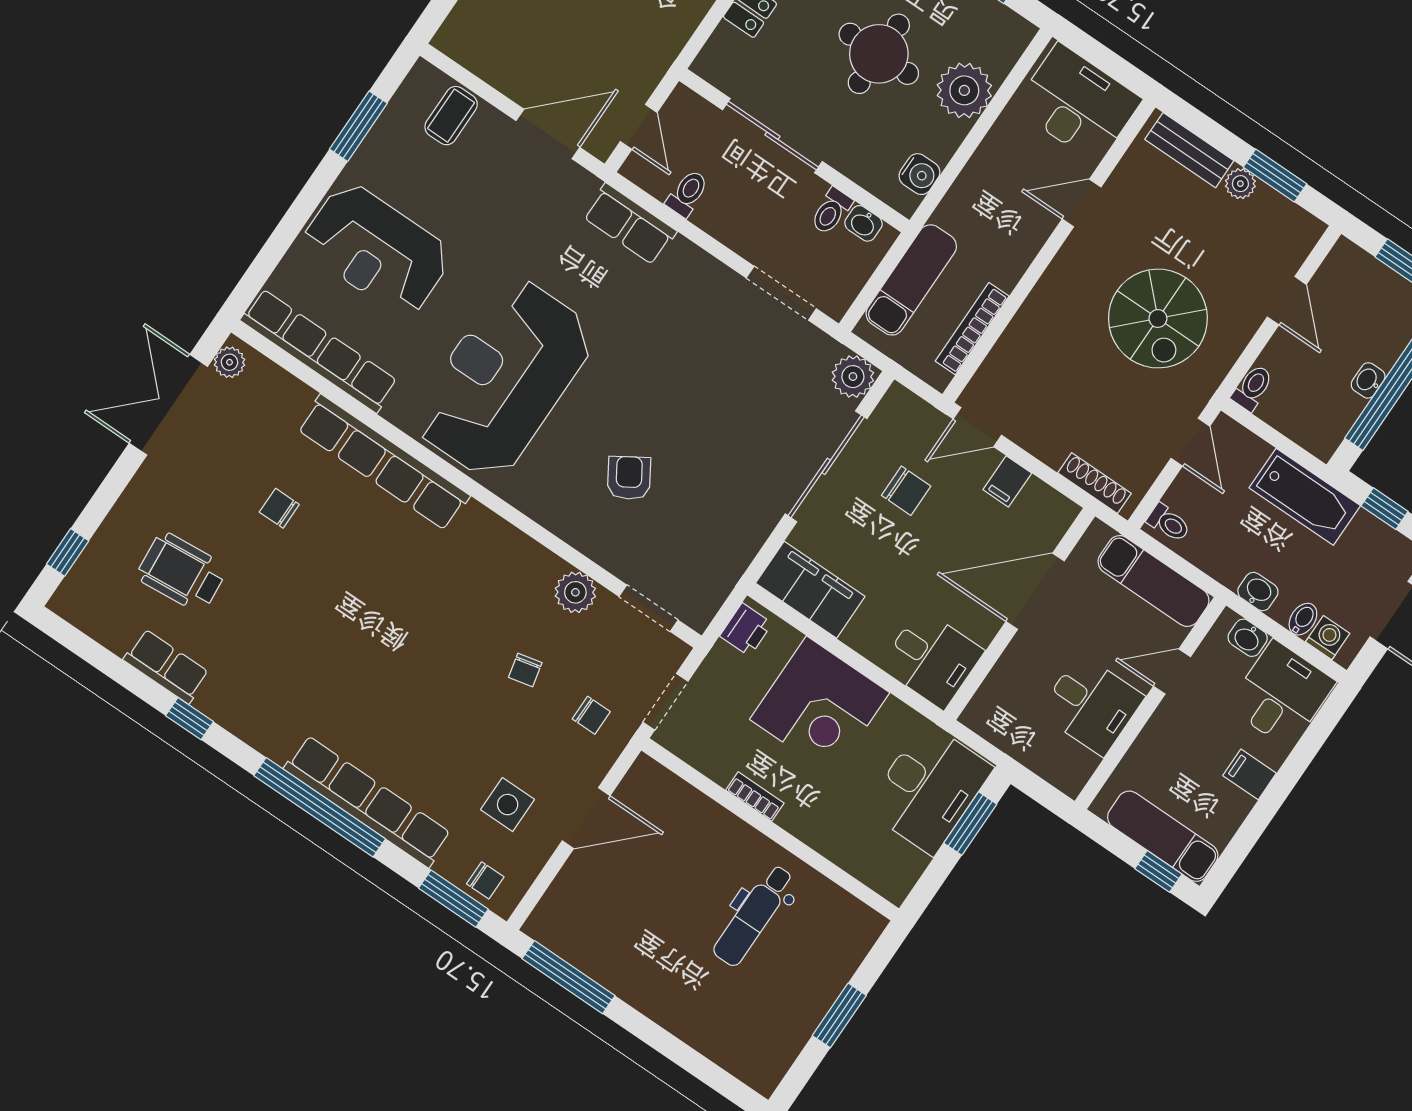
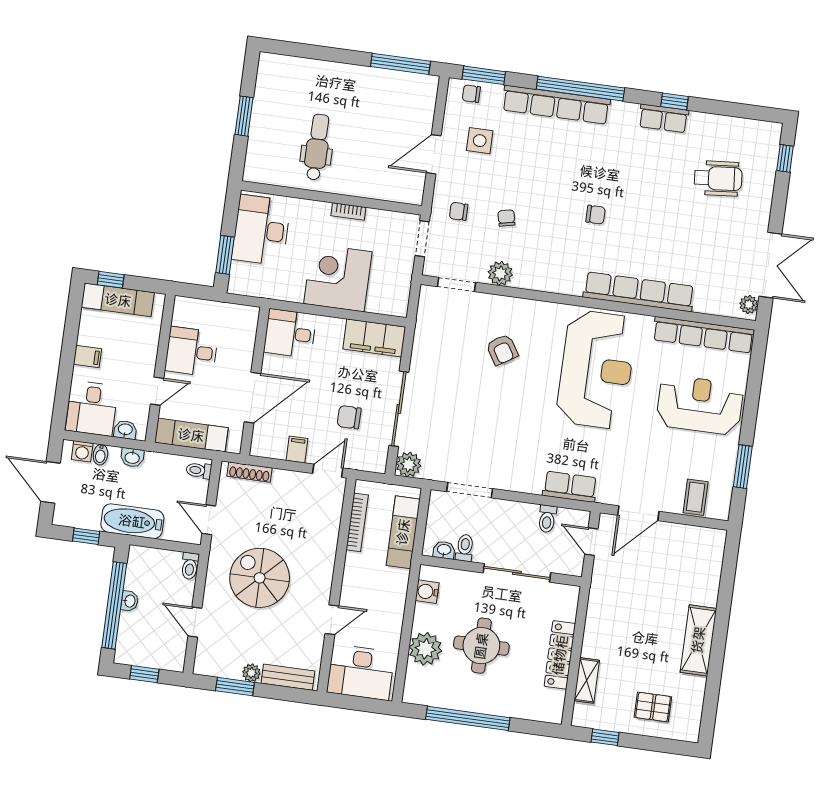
chair: (279, 508) -> (596, 215), moved
printer: (746, 630) -> (398, 299), removed
row of seats: (166, 666) -> (664, 118), moved
desk: (929, 788) -> (261, 230), moved

